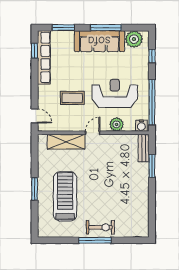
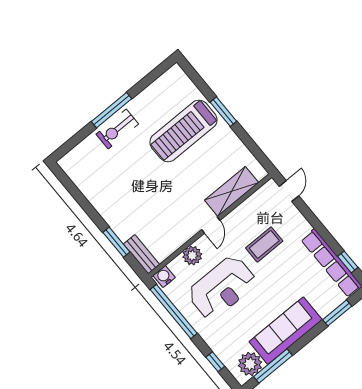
window: (106, 28) -> (273, 366), moved
door: (35, 116) -> (289, 191), swing flipped
treadmill: (65, 196) -> (183, 131), turned 90

